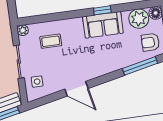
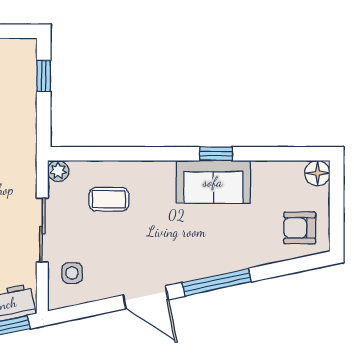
plant: (139, 19) -> (284, 179), removed
window: (140, 66) -> (217, 282), moved

